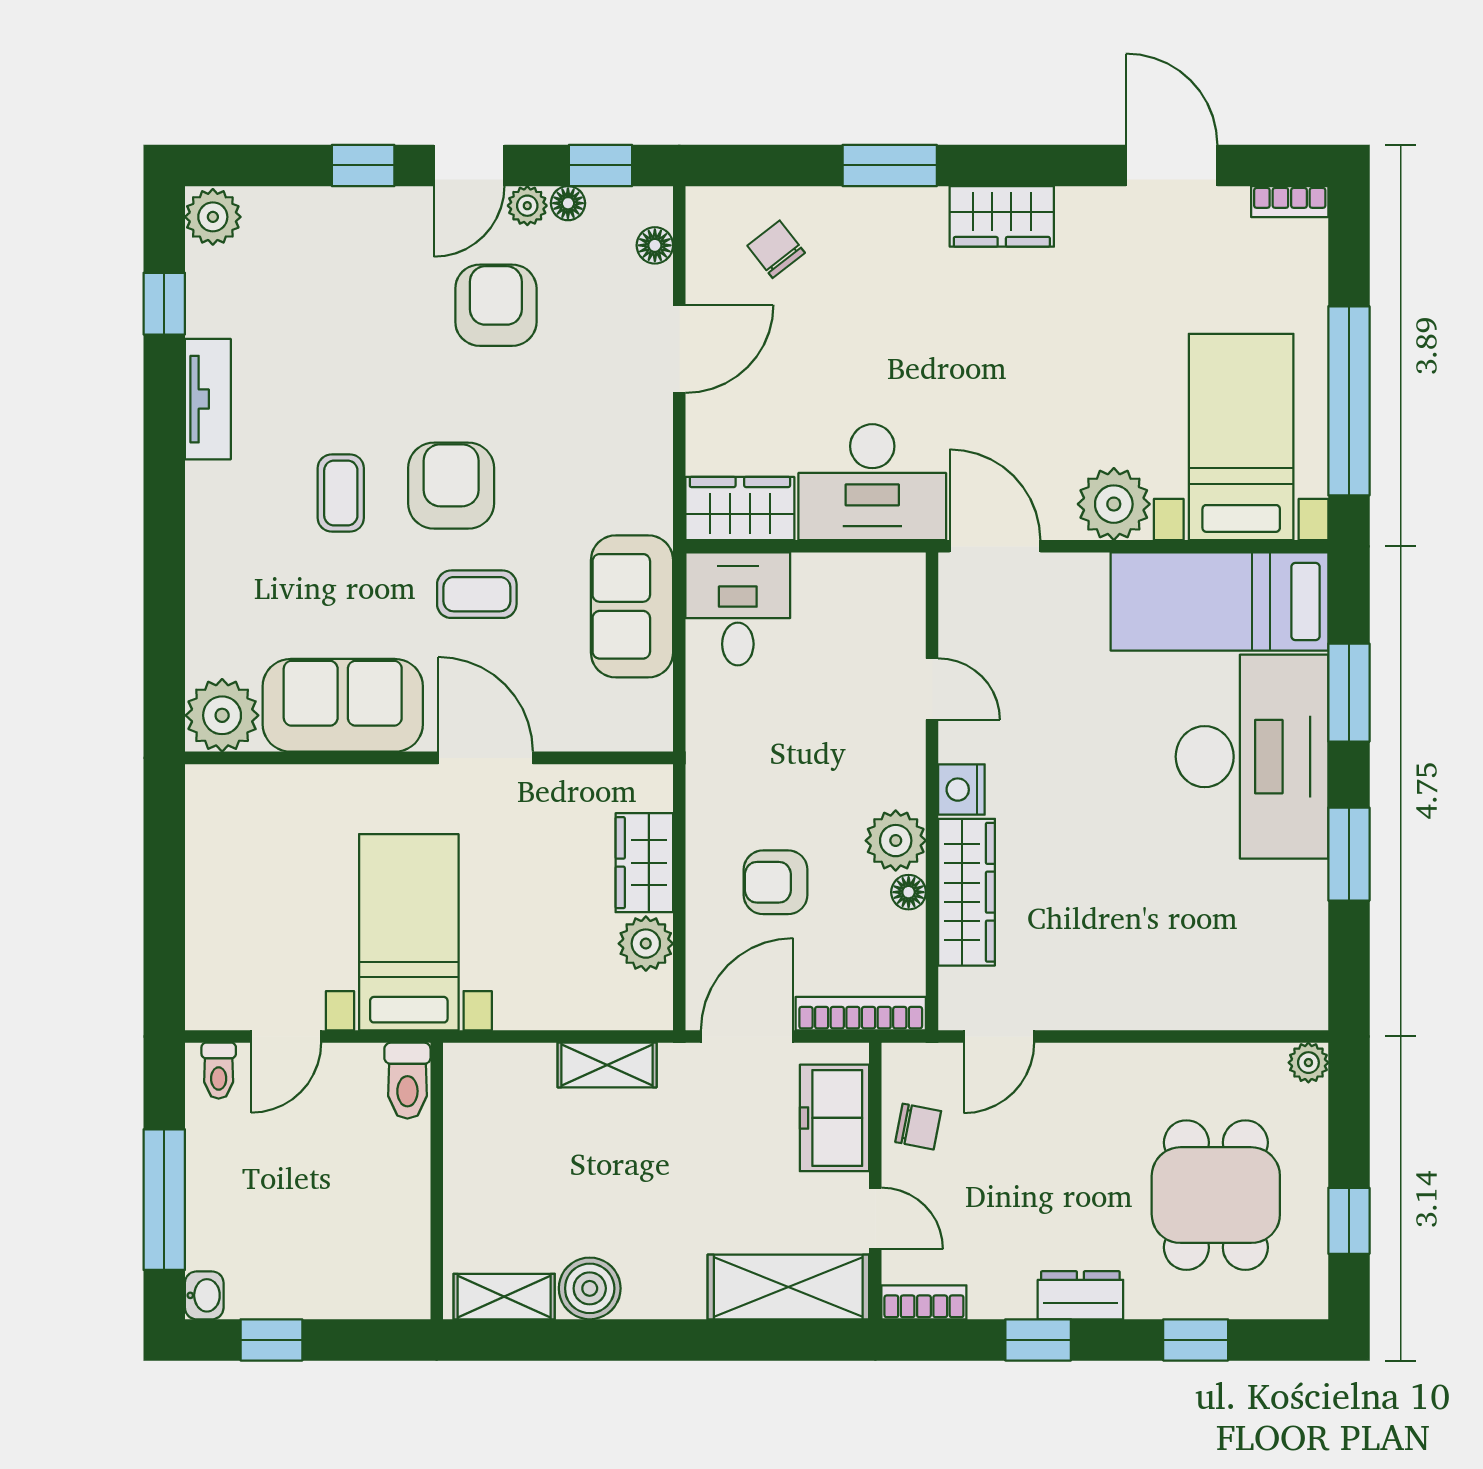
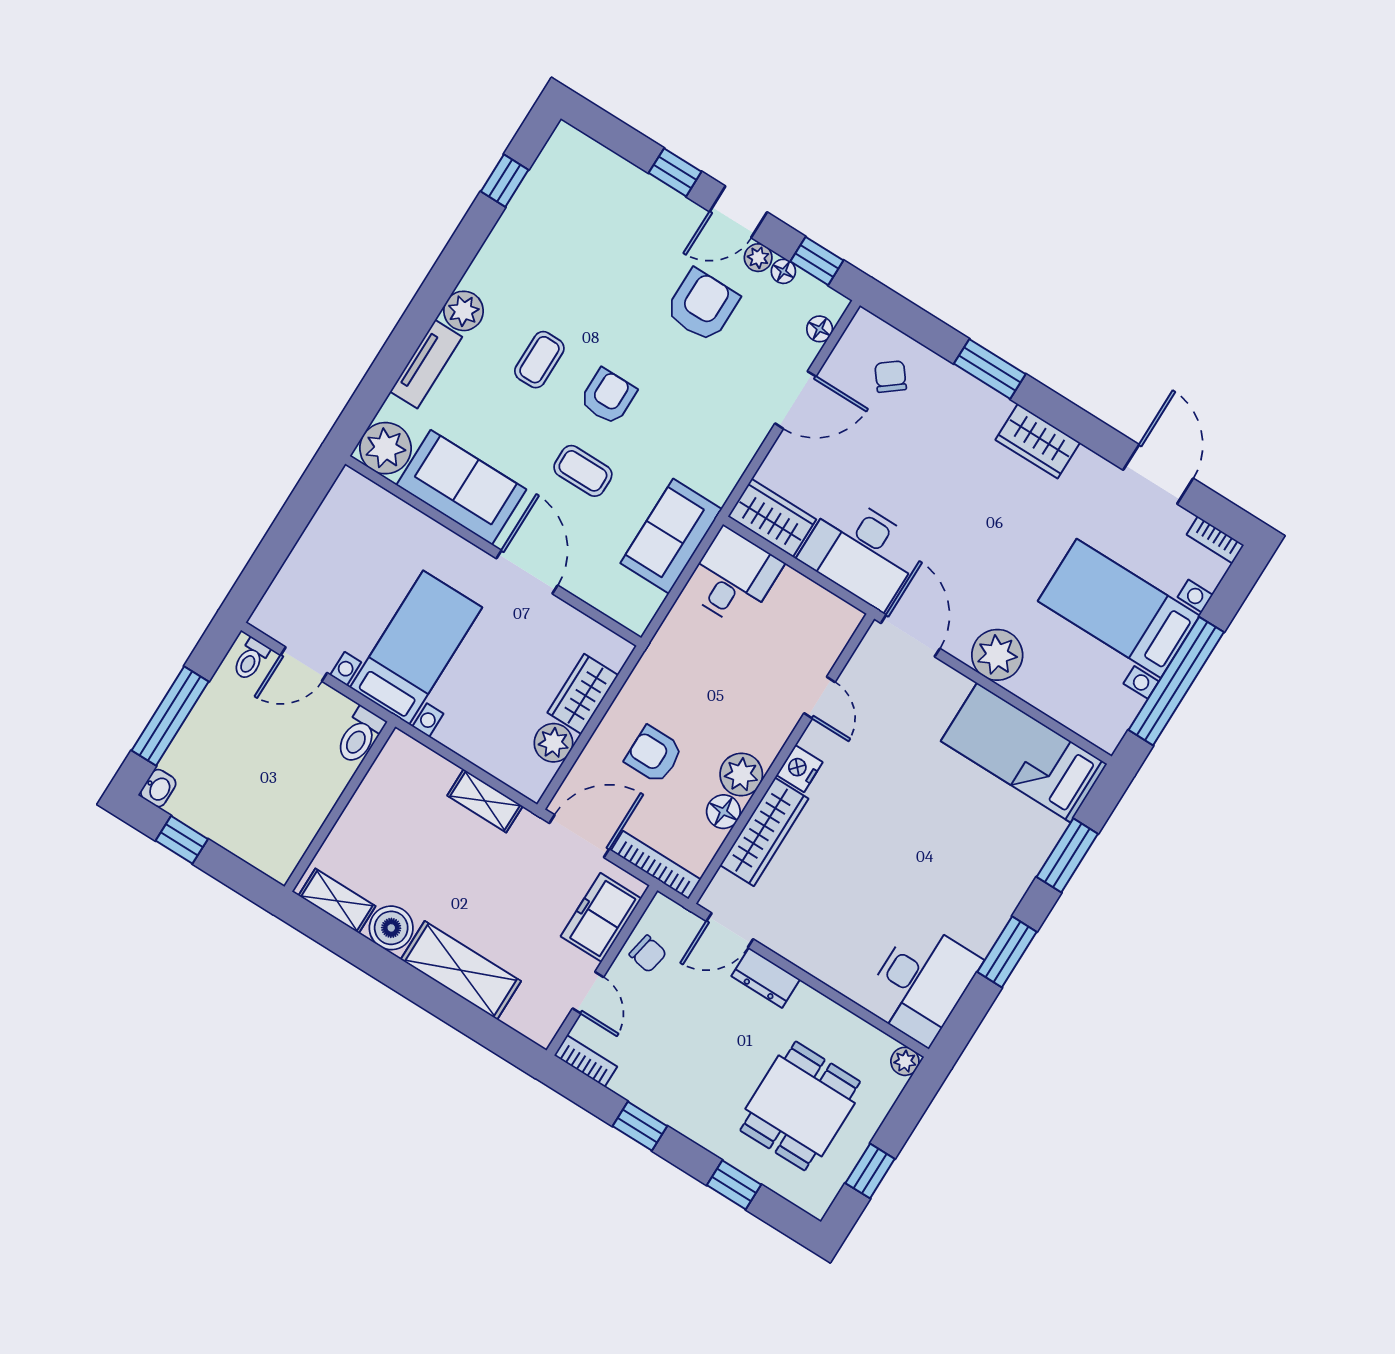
plant: (213, 217) -> (464, 311), moved
tv unit: (208, 399) -> (426, 364), moved
bed with nightstands: (1241, 437) -> (1119, 608), moved, turned -90
armchair: (451, 486) -> (608, 396), width x0.72, depth x0.72
desk: (1252, 757) -> (922, 983), moved, width x0.73, depth x0.77
floor lamp: (909, 892) -> (723, 812), width x1.37, depth x1.37
shelving: (788, 1287) -> (461, 970), moved
dresser: (1080, 1295) -> (766, 978), moved, turned 180

